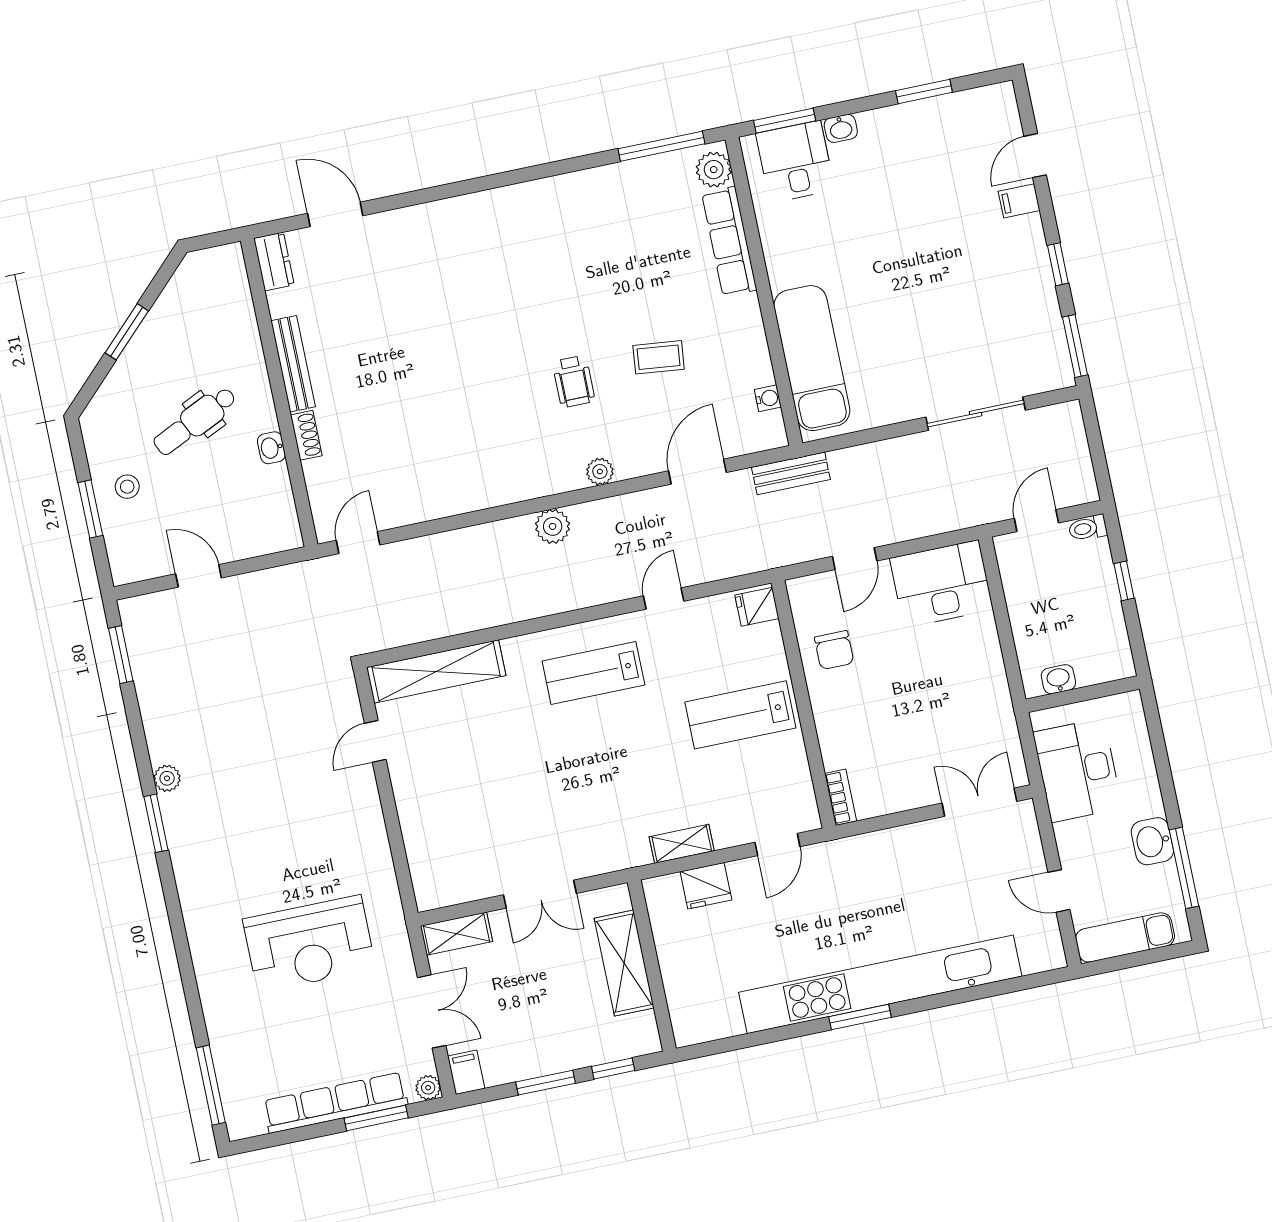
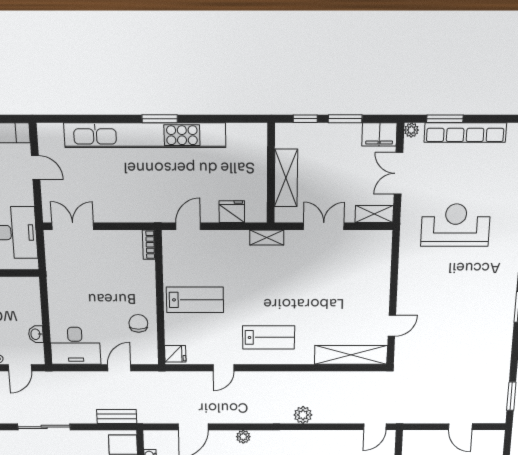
bench: (791, 473) -> (117, 417), moved
plant: (553, 526) -> (303, 415), moved
washbasin: (1058, 679) -> (36, 334), moved, turned 90
plant: (167, 778) -> (506, 329), removed
double door: (979, 802) -> (73, 226), swing flipped
shelving: (682, 844) -> (267, 237), moved
filing cabinet: (466, 1072) -> (379, 134), width x2.00

